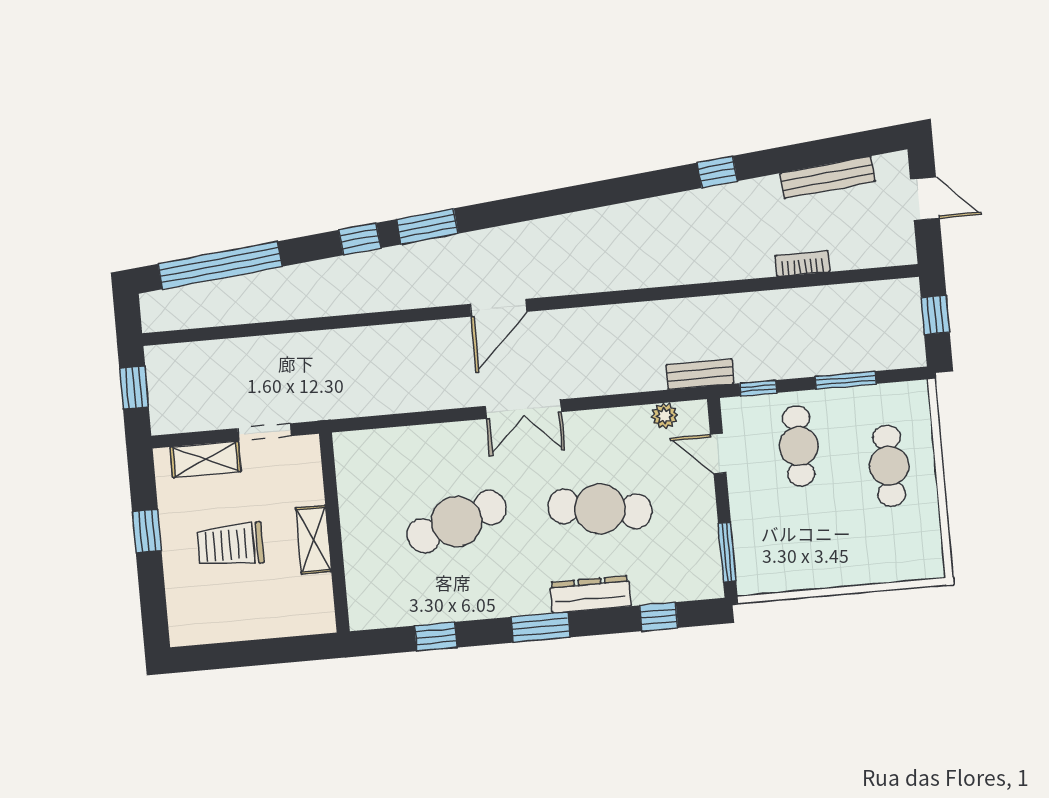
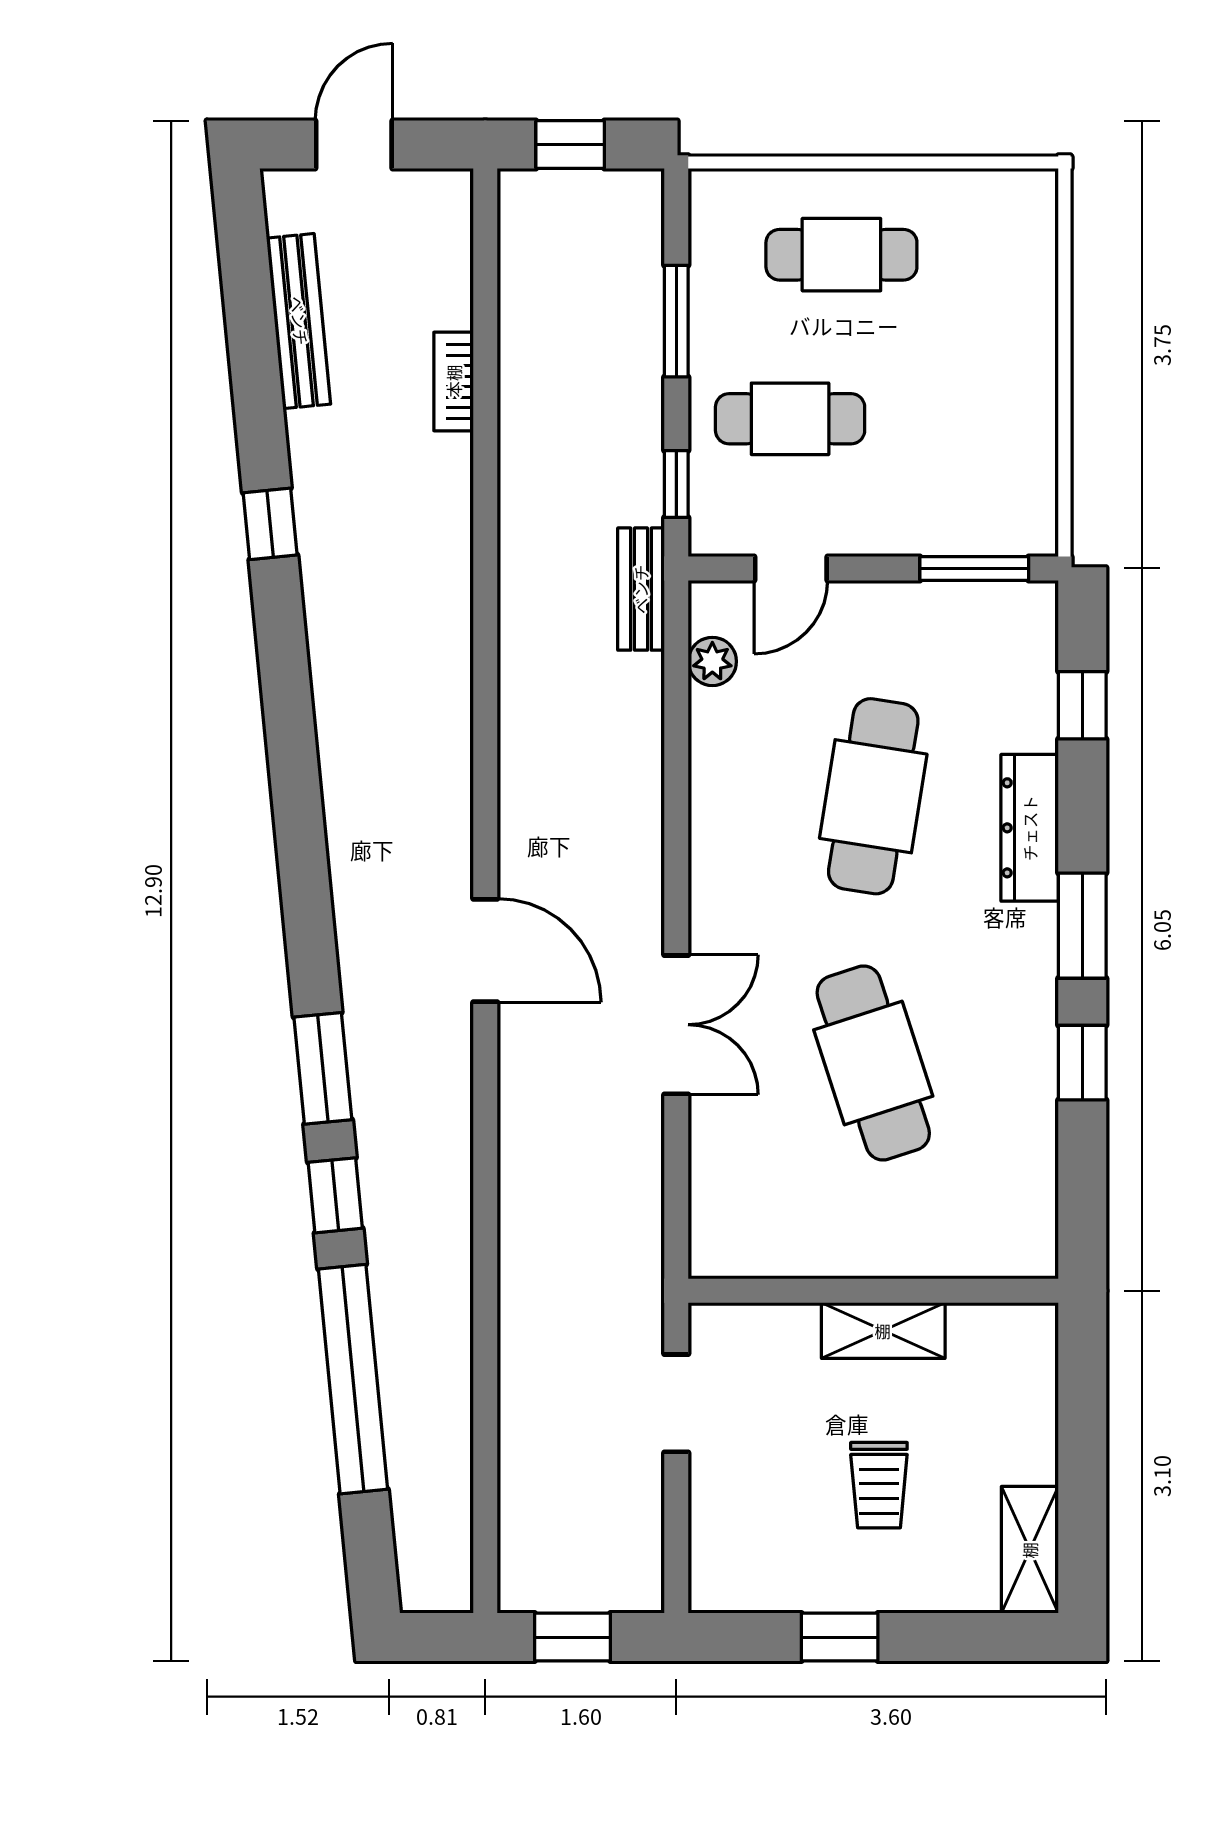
window: (220, 265) -> (353, 1379), moved
double door: (523, 409) -> (676, 1025), moved
shelving: (206, 459) -> (1030, 1550), moved
trolley: (230, 545) -> (879, 1485), width x0.73, depth x0.72
window: (436, 637) -> (1082, 1063), moved

